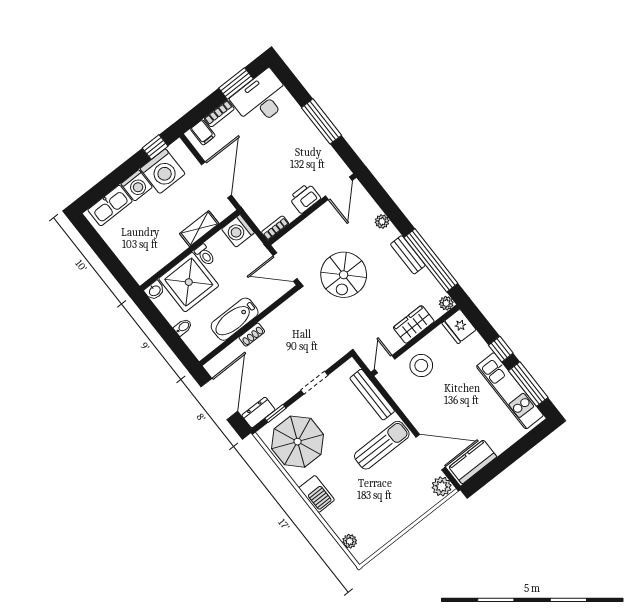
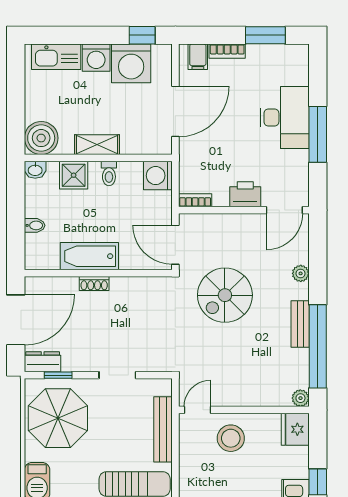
desk: (261, 99) -> (285, 117), moved, turned 90
shelving: (199, 229) -> (97, 145), moved
boiler: (142, 267) -> (41, 138), added
shower: (189, 282) -> (74, 175), width x0.54, depth x0.54
wardrobe: (414, 324) -> (254, 394), removed

